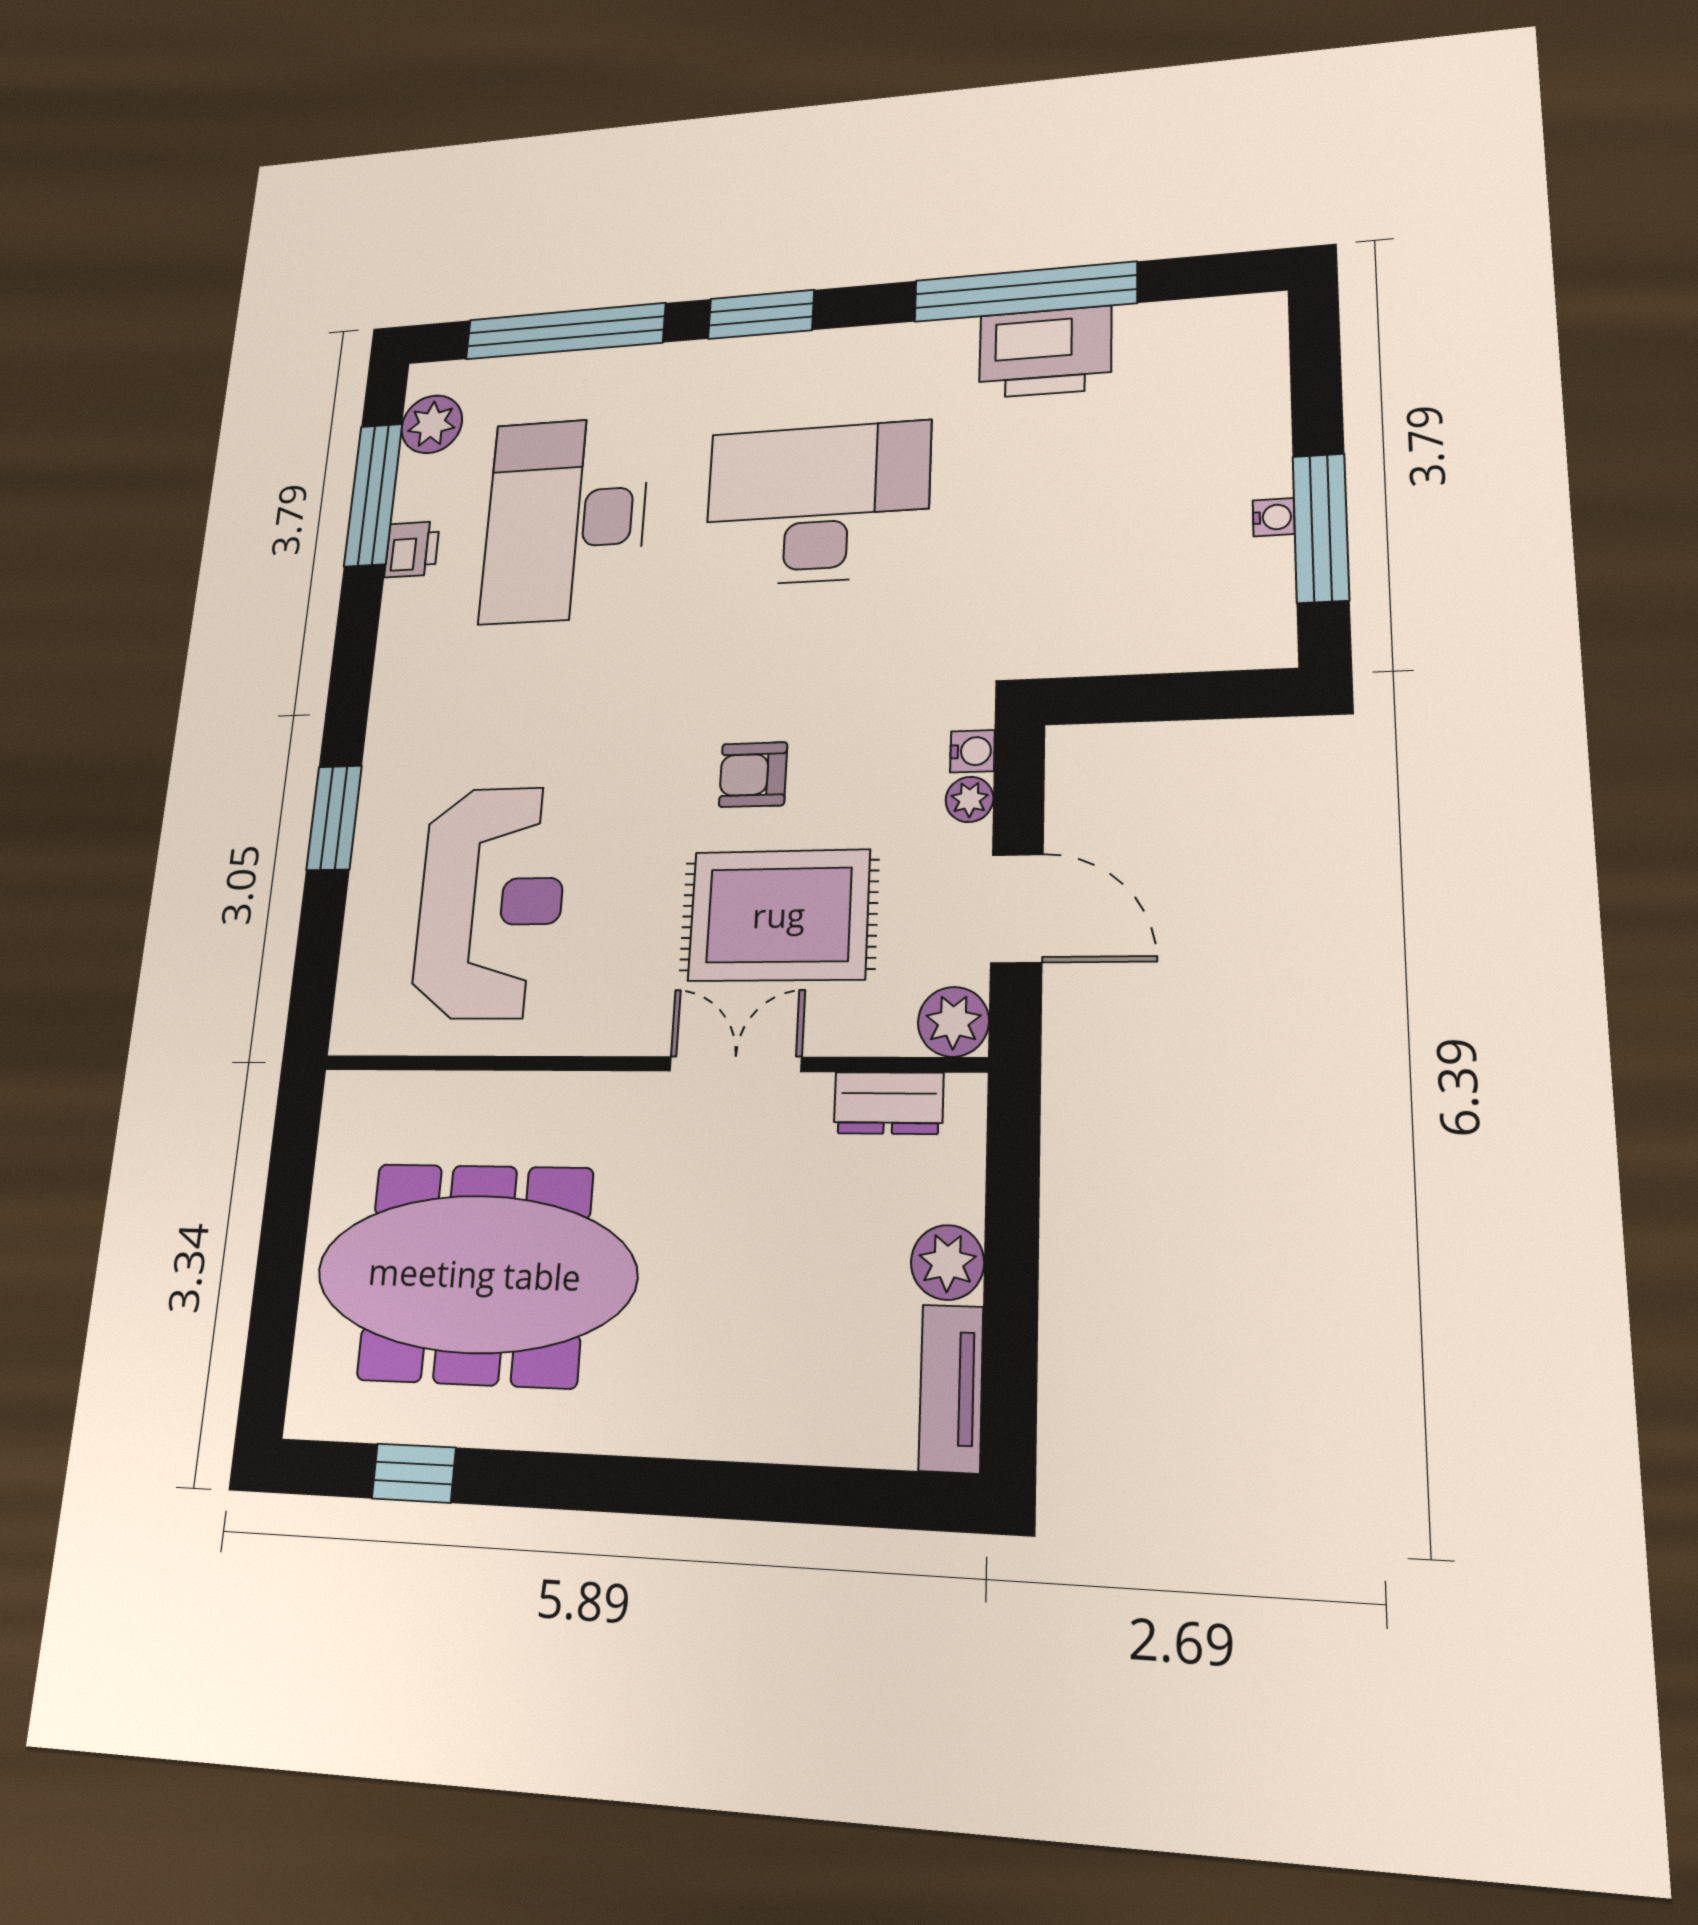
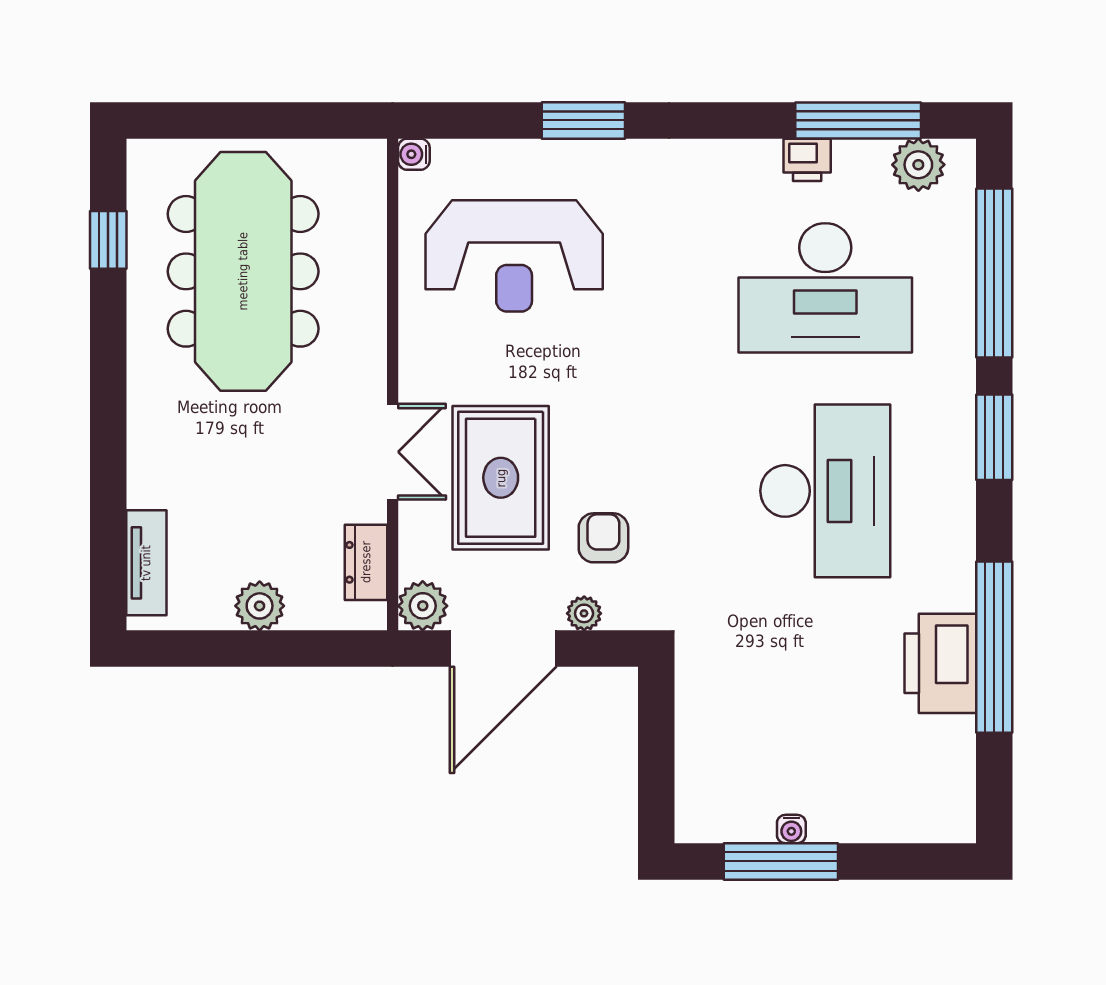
desk: (565, 519) -> (825, 288), turned 180
water cooler: (972, 751) -> (414, 154), moved, turned 90
armchair: (753, 775) -> (603, 538), moved
door: (1017, 908) -> (503, 649), width x1.36
tv unit: (951, 1388) -> (146, 563), moved, turned 90

